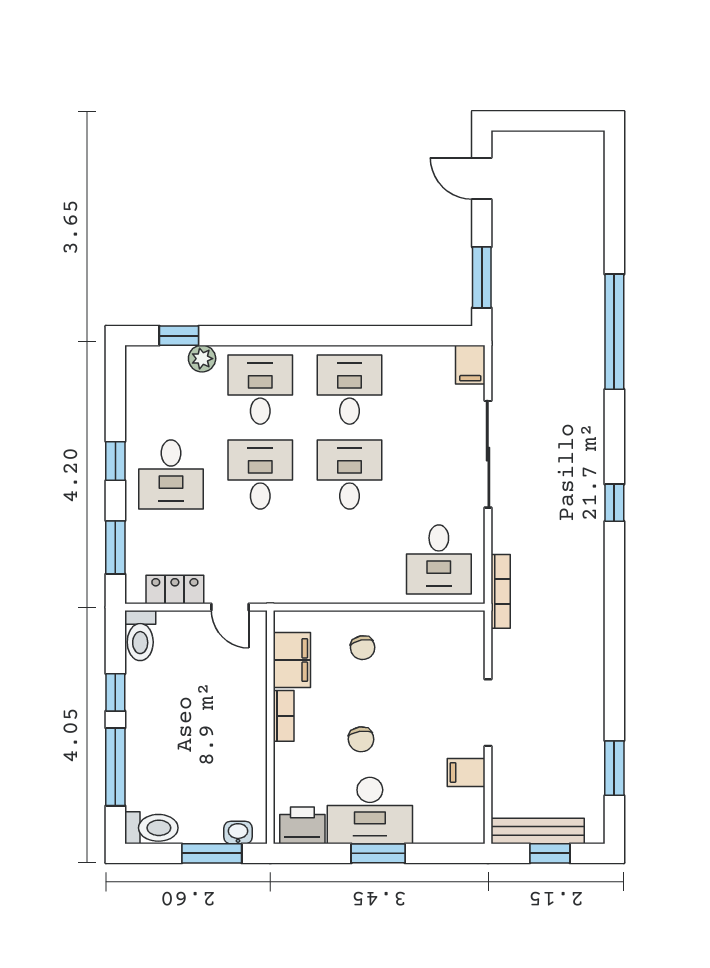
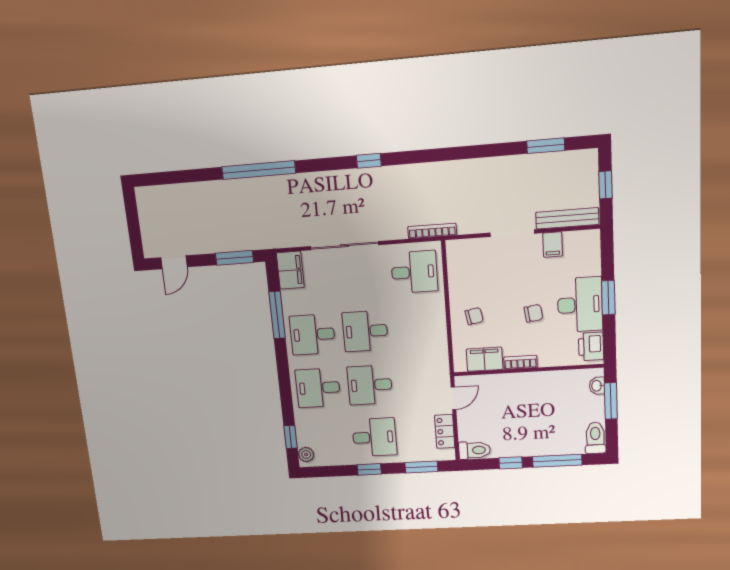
window: (385, 336) -> (277, 315), added
plant: (202, 359) -> (306, 455), moved
filing cabinet: (470, 365) -> (290, 270), width x2.00
bench: (538, 831) -> (567, 218), moved, turned 90

